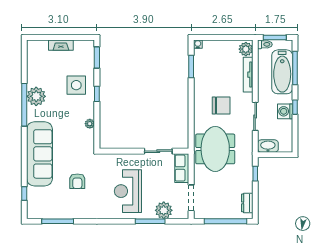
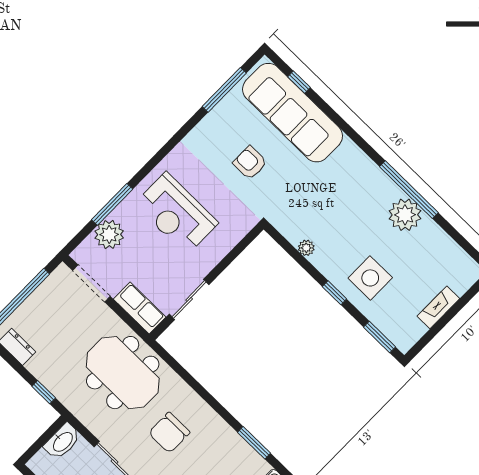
sofa: (40, 154) -> (293, 113), moved
reception desk: (128, 191) -> (176, 213), turned 180

